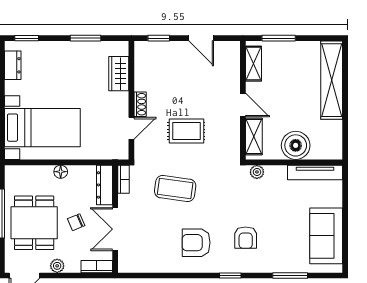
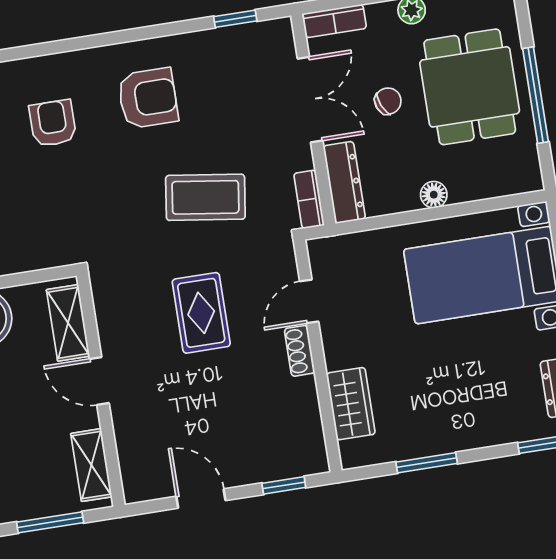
rug: (186, 131) -> (201, 313), turned 90
plant: (257, 172) -> (51, 255), removed
window: (230, 275) -> (235, 19), moved

